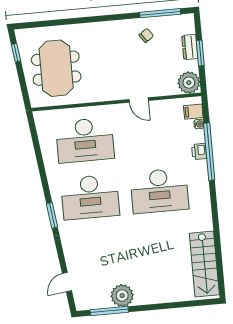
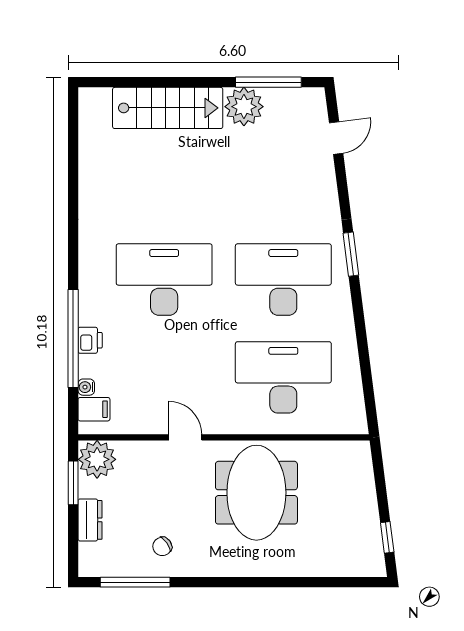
window: (200, 53) -> (73, 483), moved
meeting table: (56, 68) -> (256, 493), moved
stairs: (204, 264) -> (168, 108), moved, turned 90

